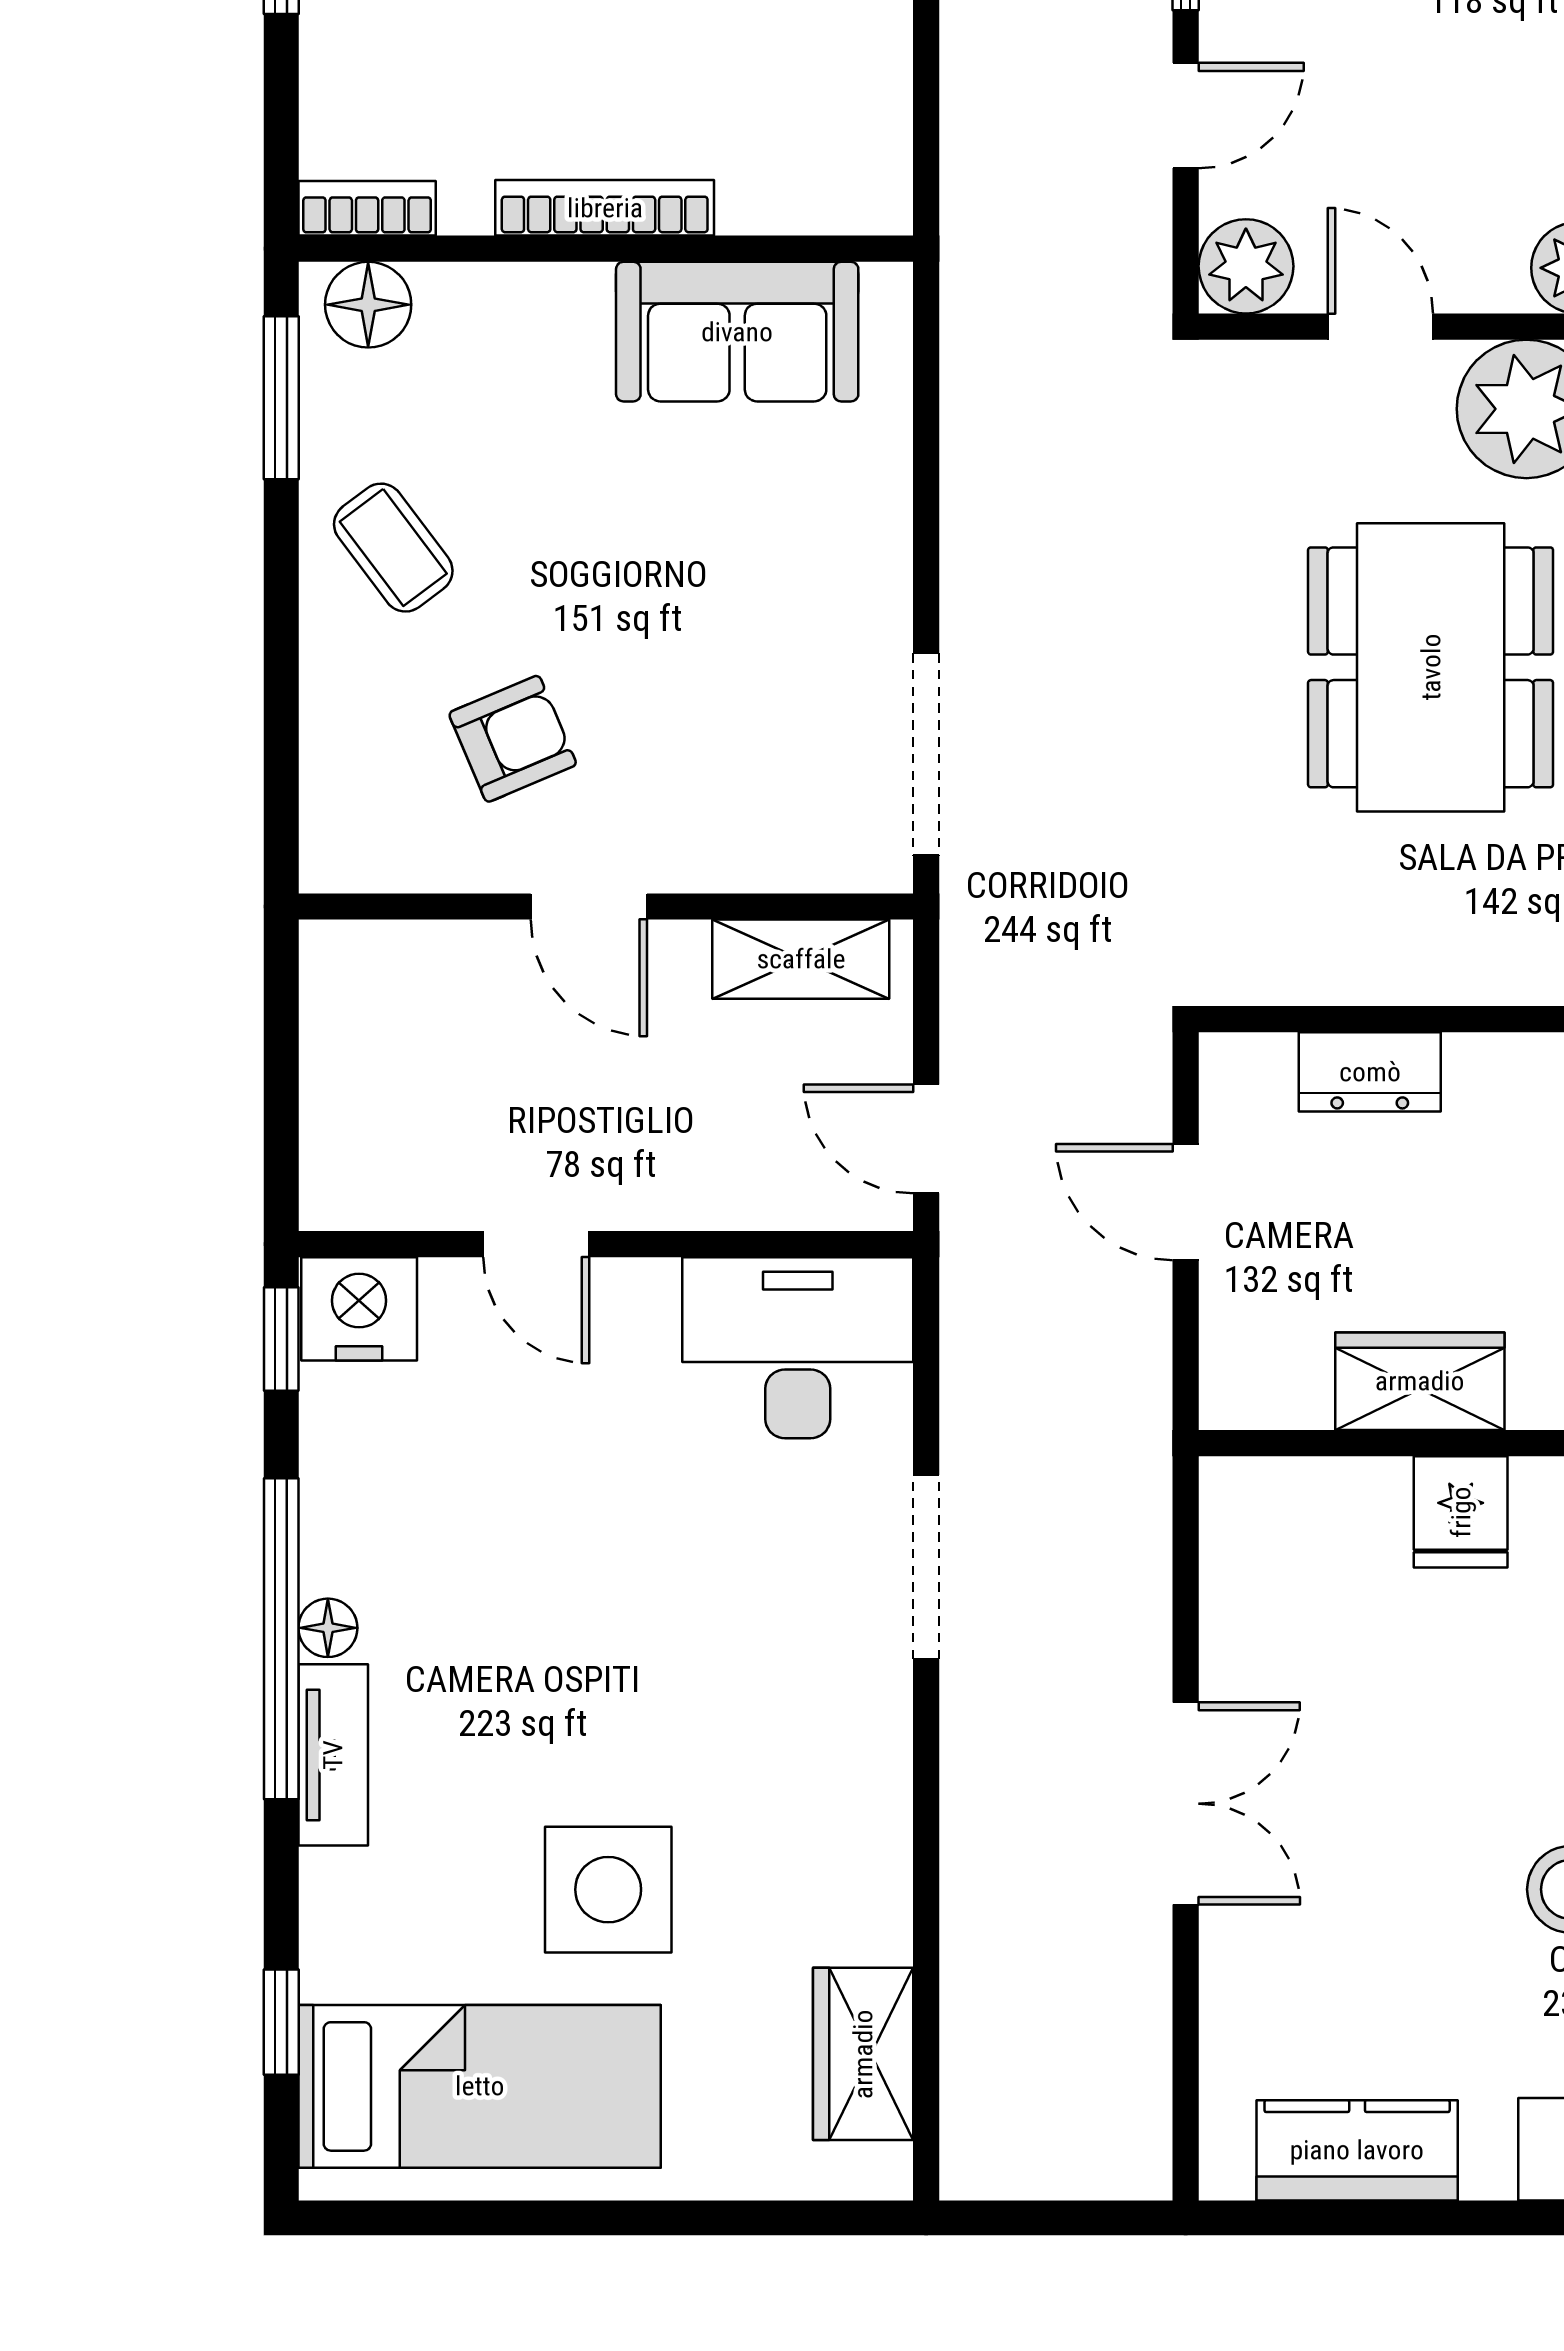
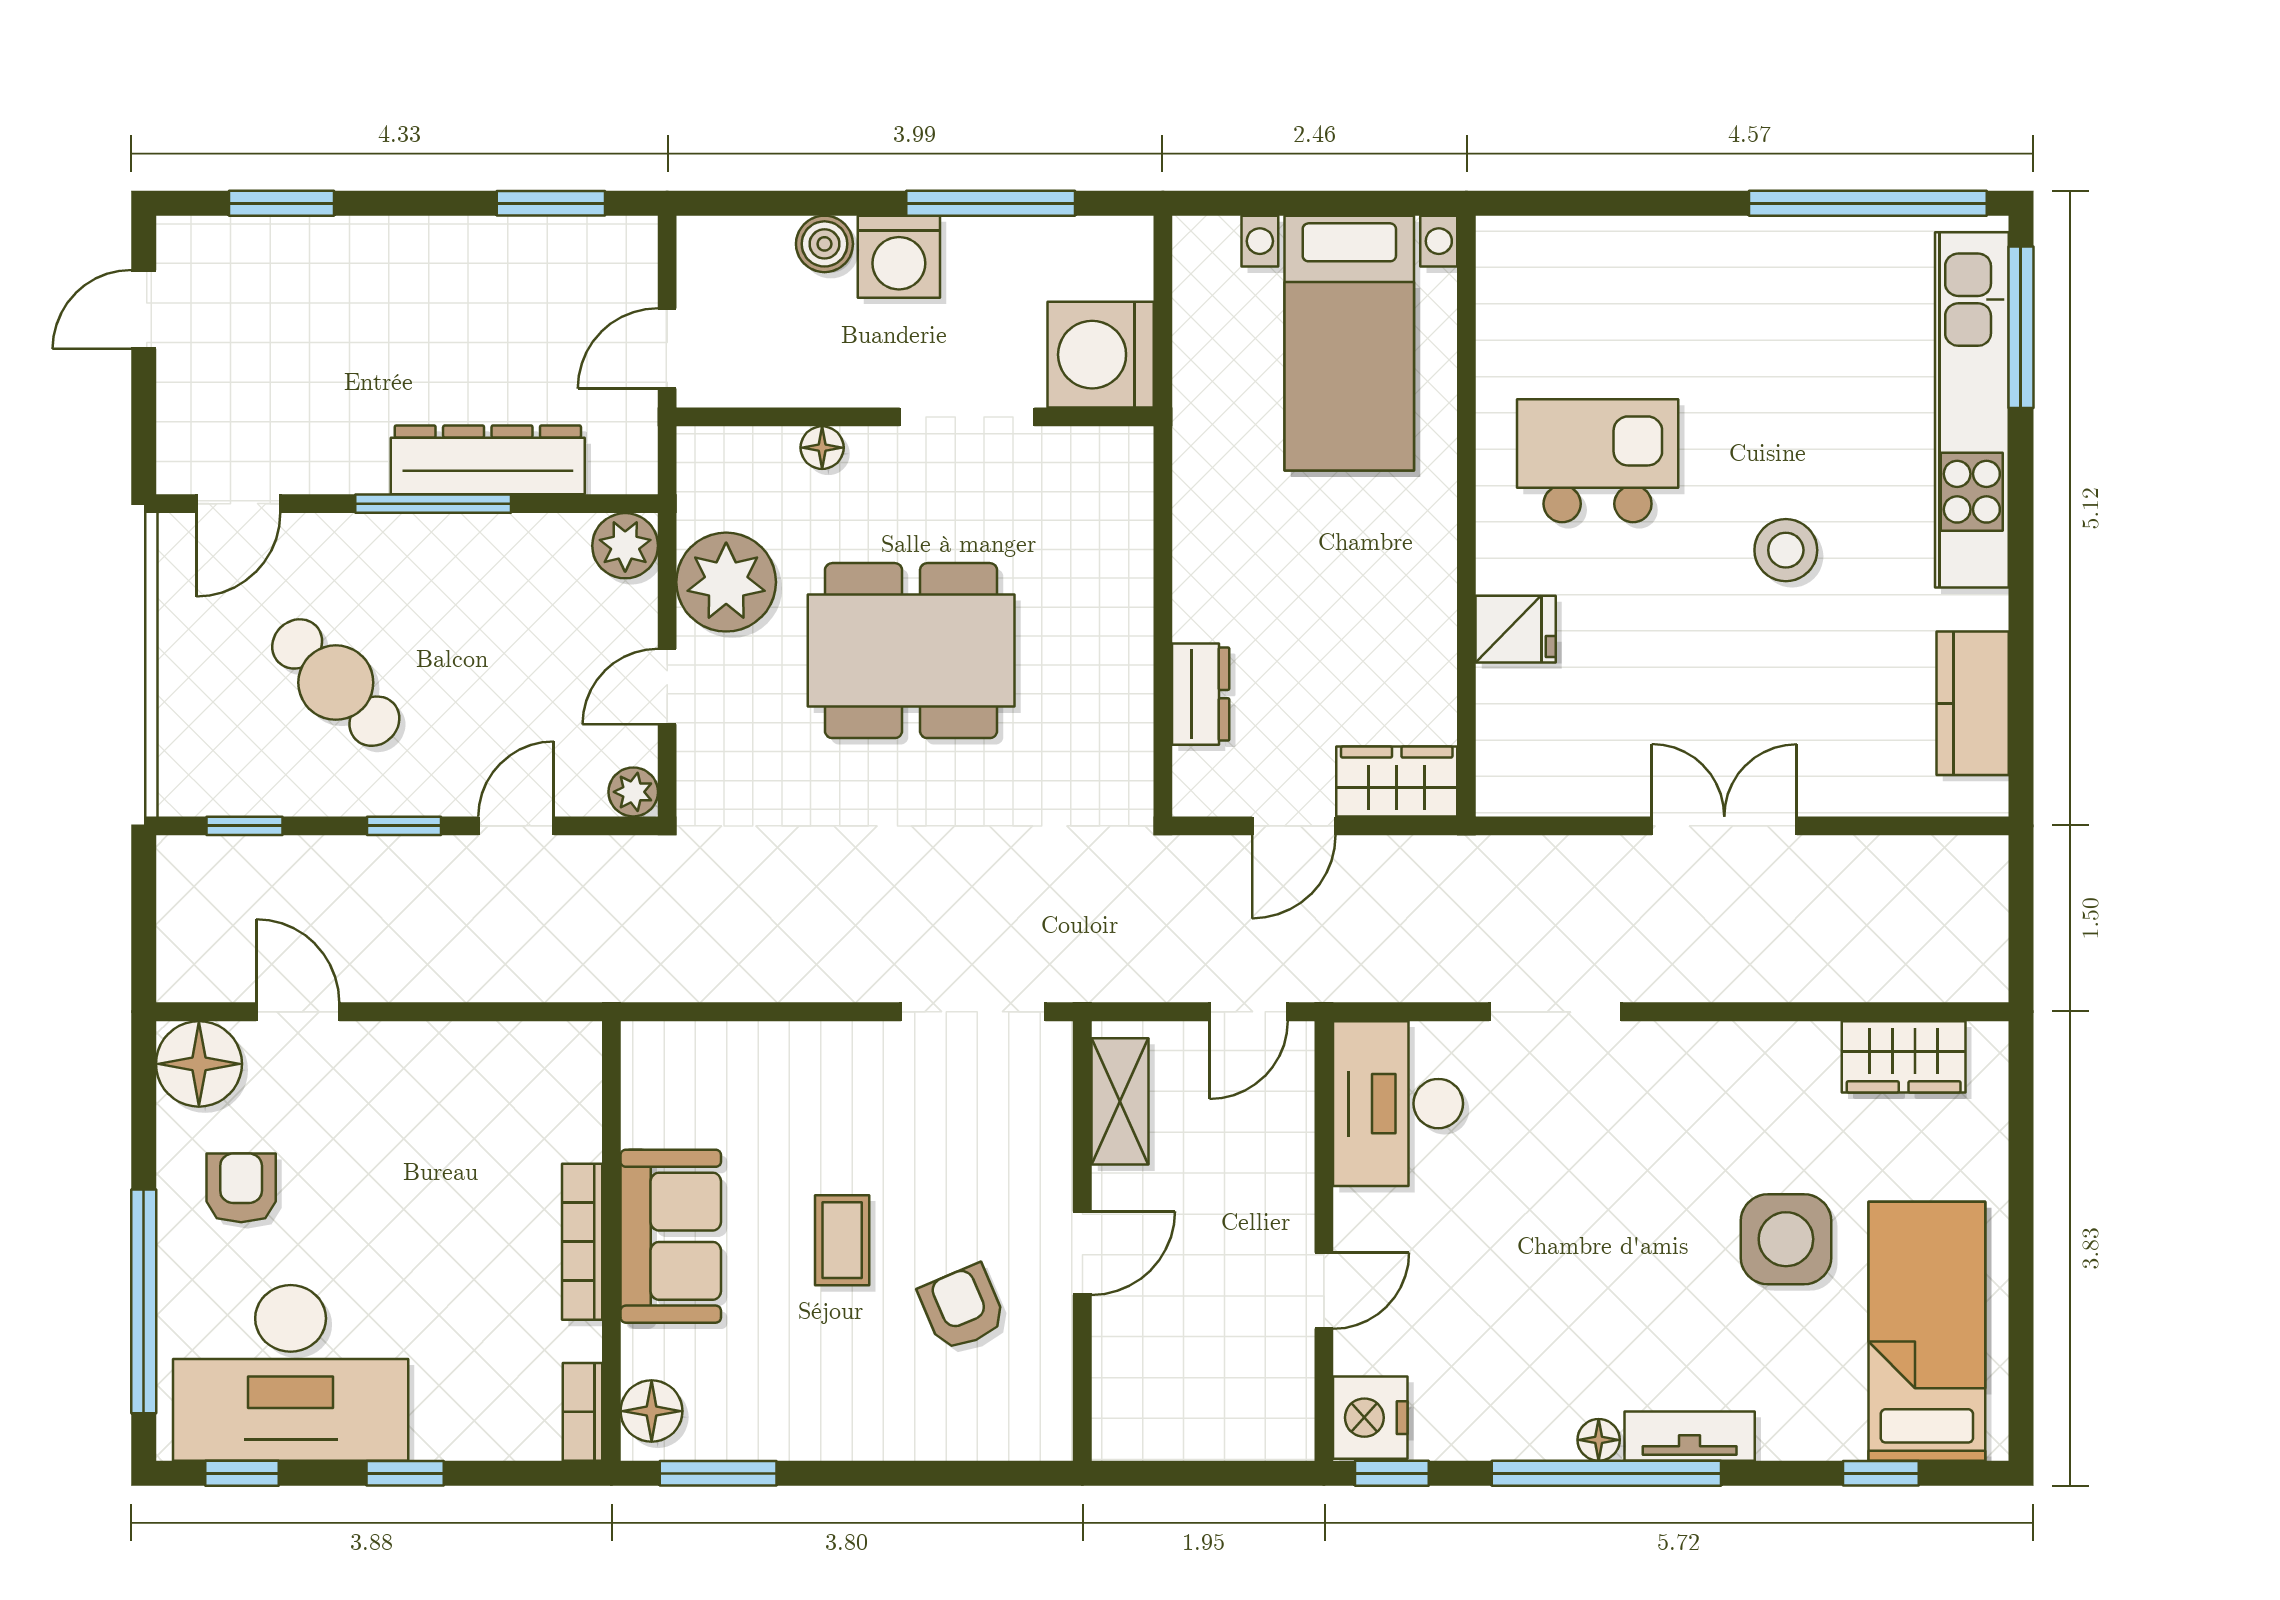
door: (1186, 116) -> (516, 826), hinge flipped
plant: (1246, 266) -> (633, 792), width x0.73, depth x0.73
sofa: (737, 332) -> (671, 1236), moved
coffee table: (393, 548) -> (842, 1240), moved, turned -53
wardrobe: (1420, 1381) -> (1397, 782), moved, turned 90

